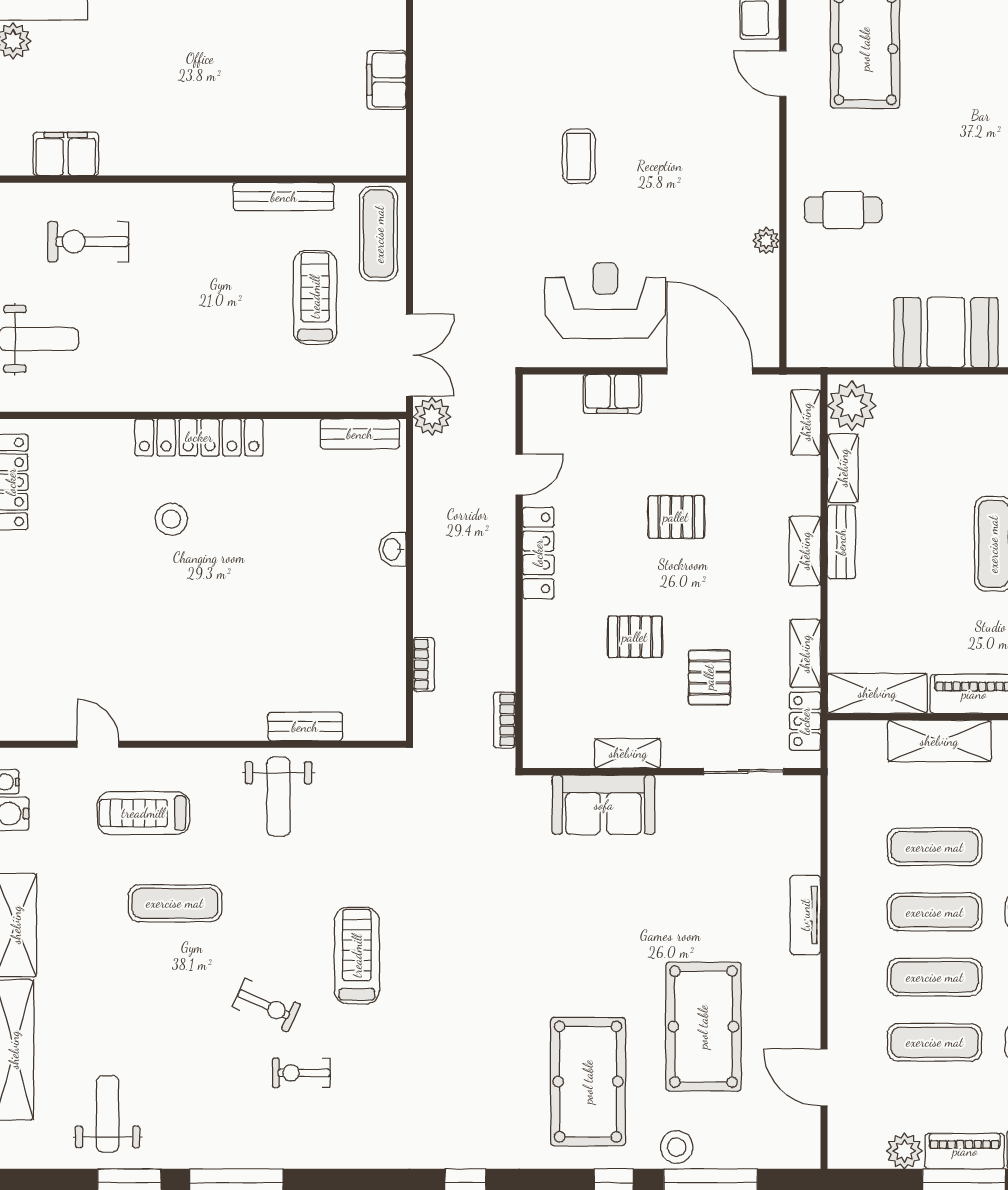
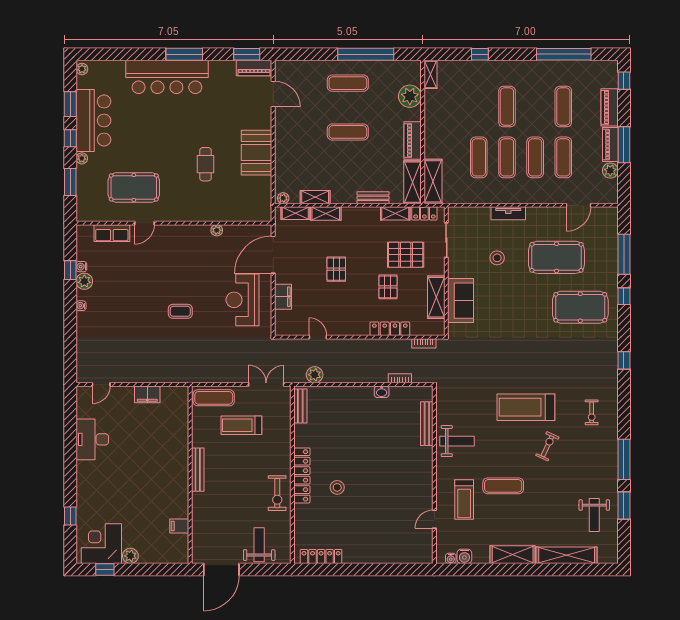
filing cabinet: (66, 154) -> (179, 526), width x0.50
bench: (284, 197) -> (198, 470), moved
cafe table: (843, 210) -> (206, 164), moved
exercise bike: (88, 242) -> (277, 493), moved
plant: (852, 406) -> (283, 198), width x0.53, depth x0.53
plant: (432, 416) -> (315, 375), moved
bench: (841, 542) -> (373, 198), moved
washbasin: (392, 549) -> (382, 392), moved
shelving: (805, 551) -> (326, 214), moved
locker: (538, 553) -> (390, 329), moved
pallet: (709, 677) -> (406, 255), width x1.50, depth x1.42
bench: (305, 727) -> (427, 424), width x1.36
shelving: (939, 741) -> (433, 181), moved
shelving: (628, 753) -> (436, 297), width x1.50, depth x1.33
exercise mat: (175, 903) -> (503, 486), turned 90
treadmill: (357, 956) -> (526, 407), width x1.37, depth x1.38
exercise bike: (301, 1073) -> (592, 412), moved
weight bench: (108, 1114) -> (594, 515), turned -90
stool: (677, 1147) -> (497, 258), moved

